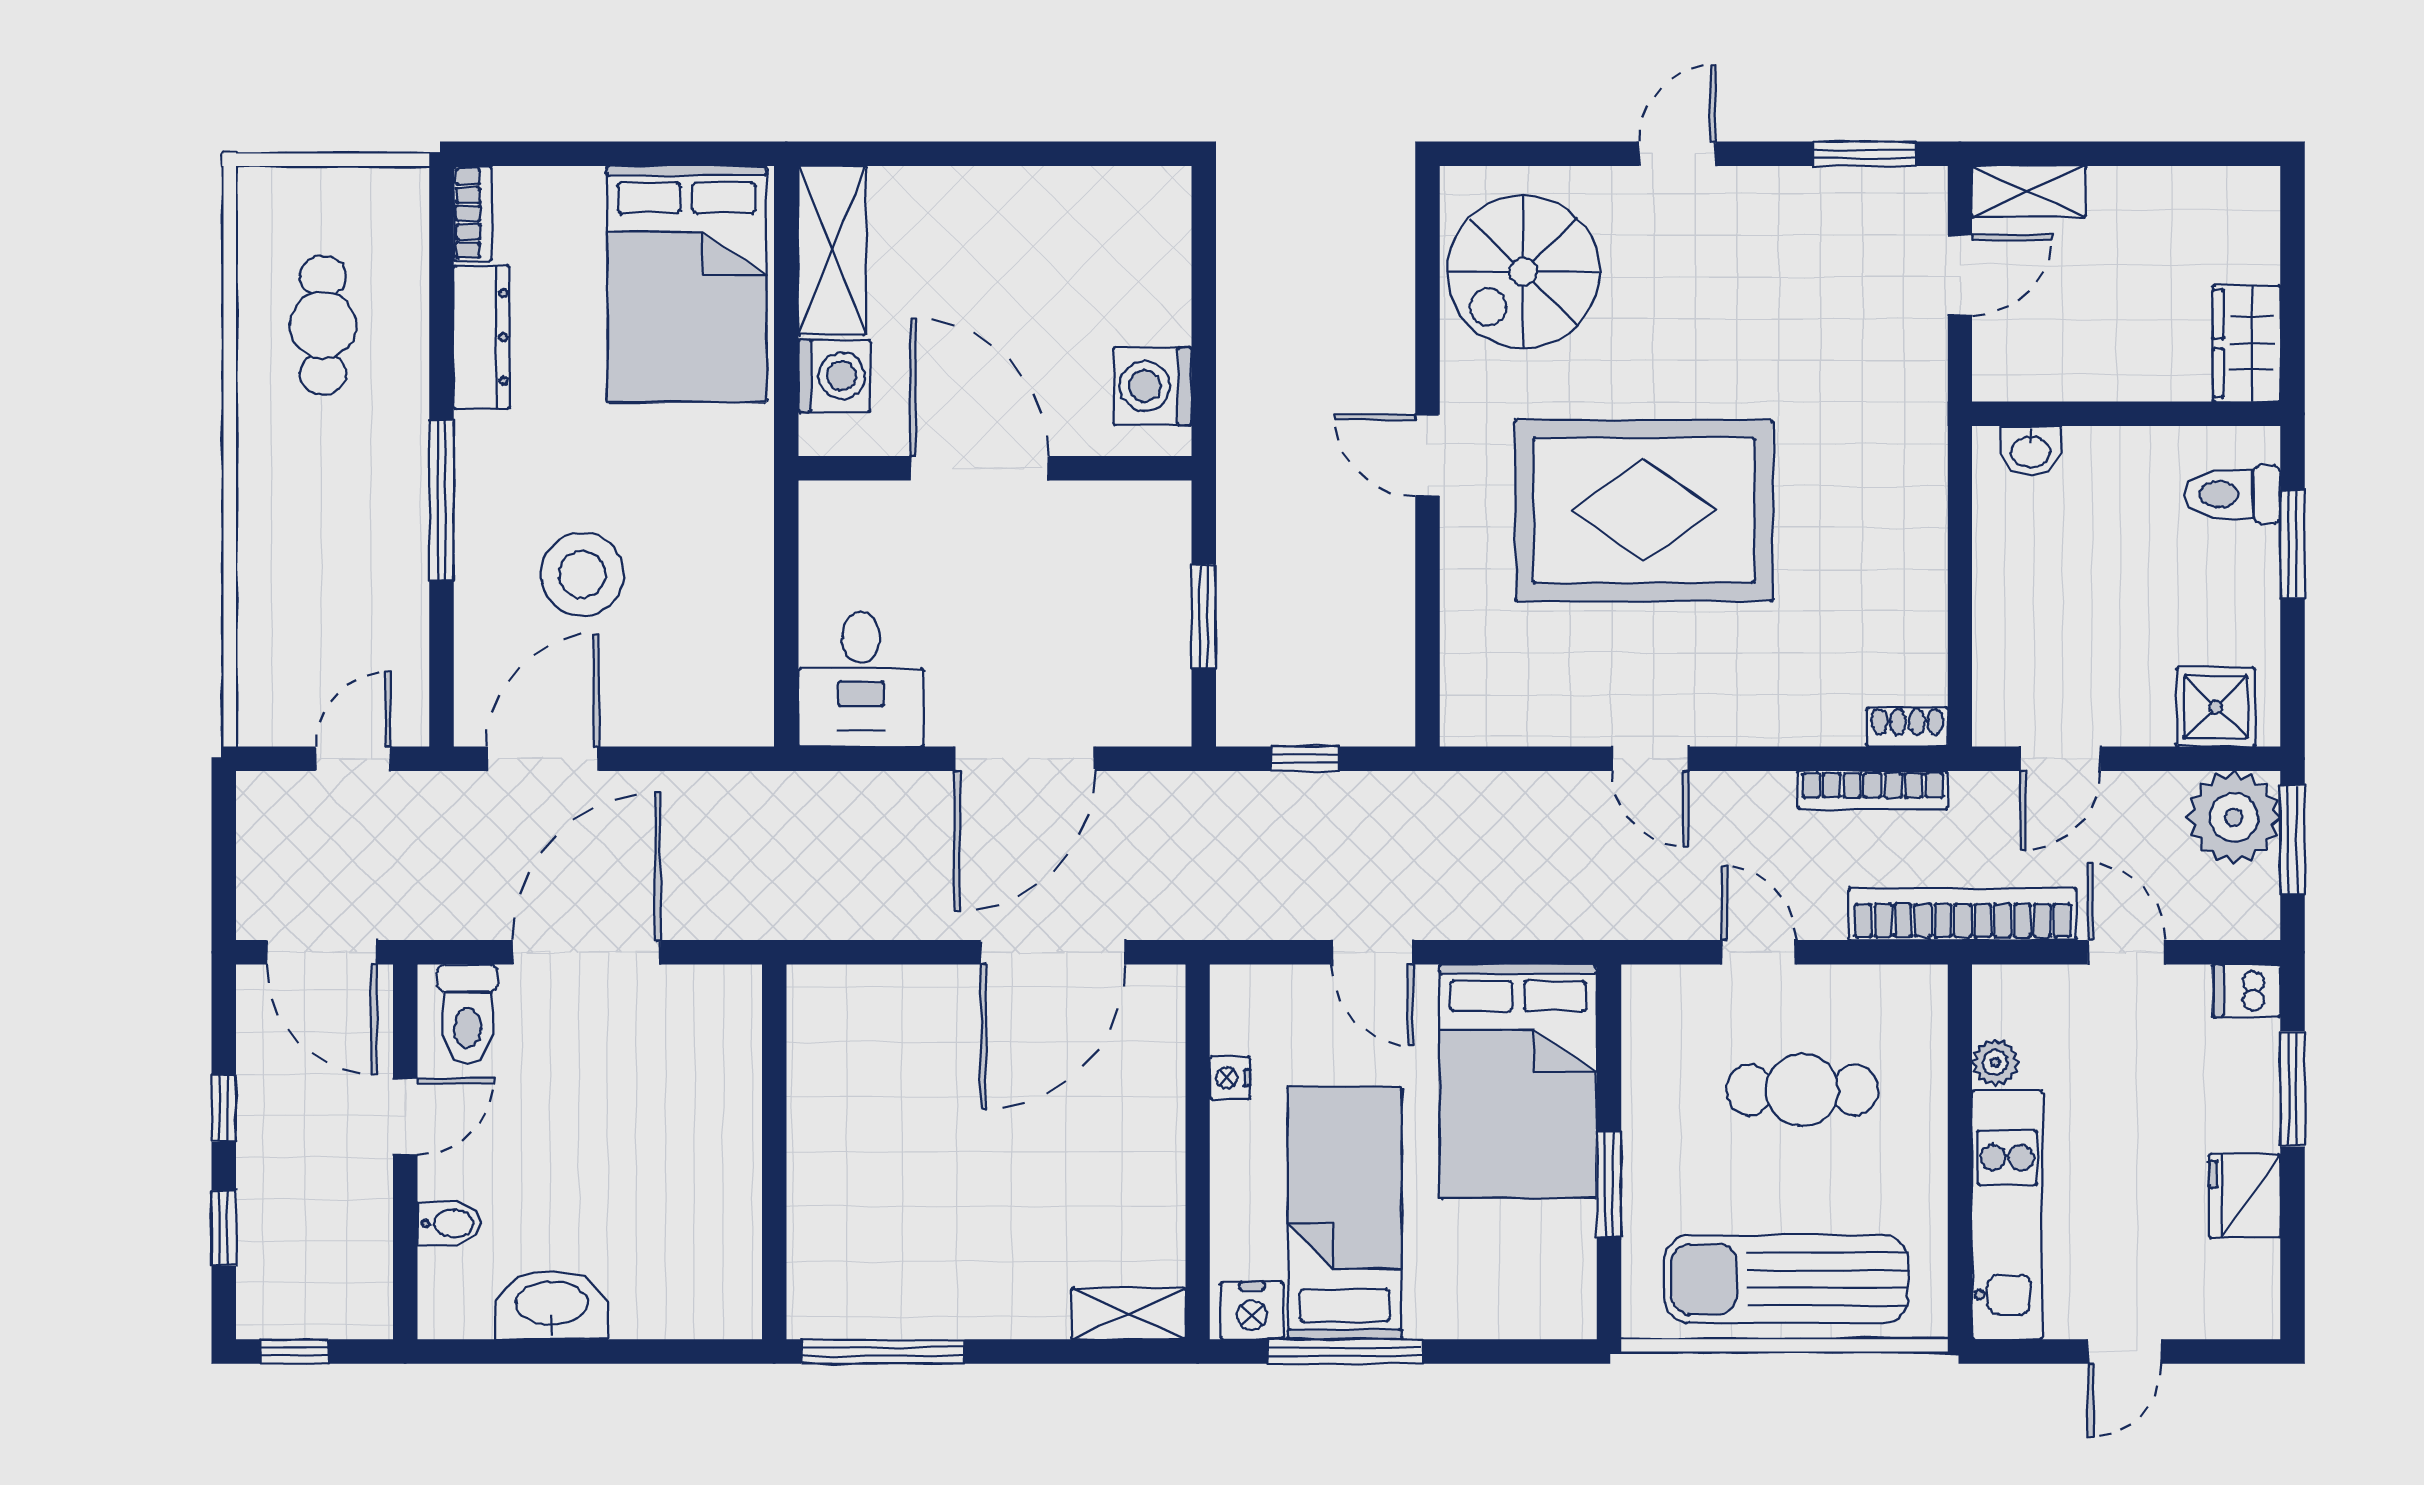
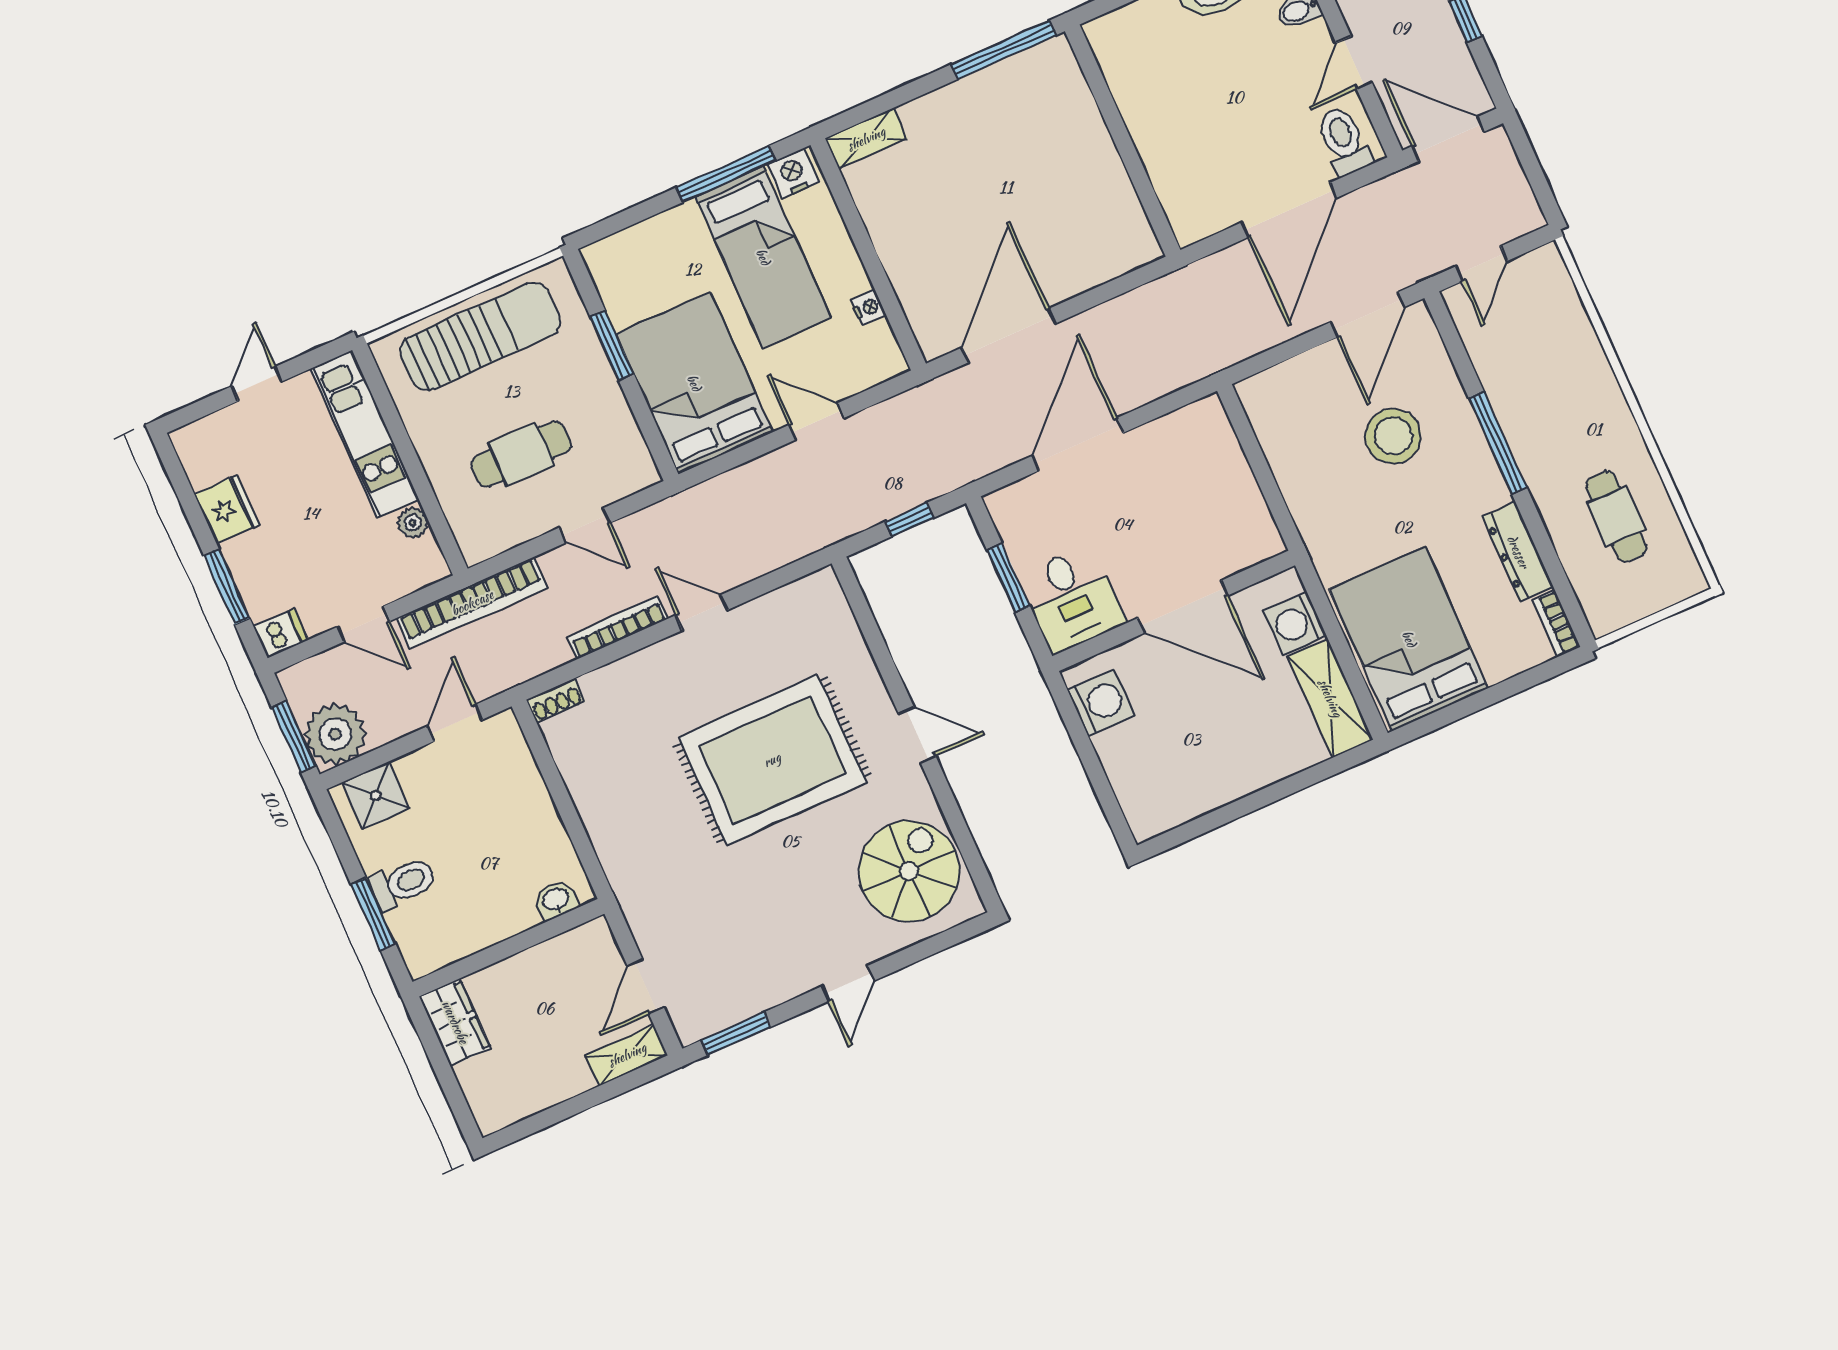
toilet: (2232, 494) -> (403, 883), moved
desk: (861, 679) -> (1072, 599), moved, turned 180
bookcase: (1873, 790) -> (618, 628), moved

